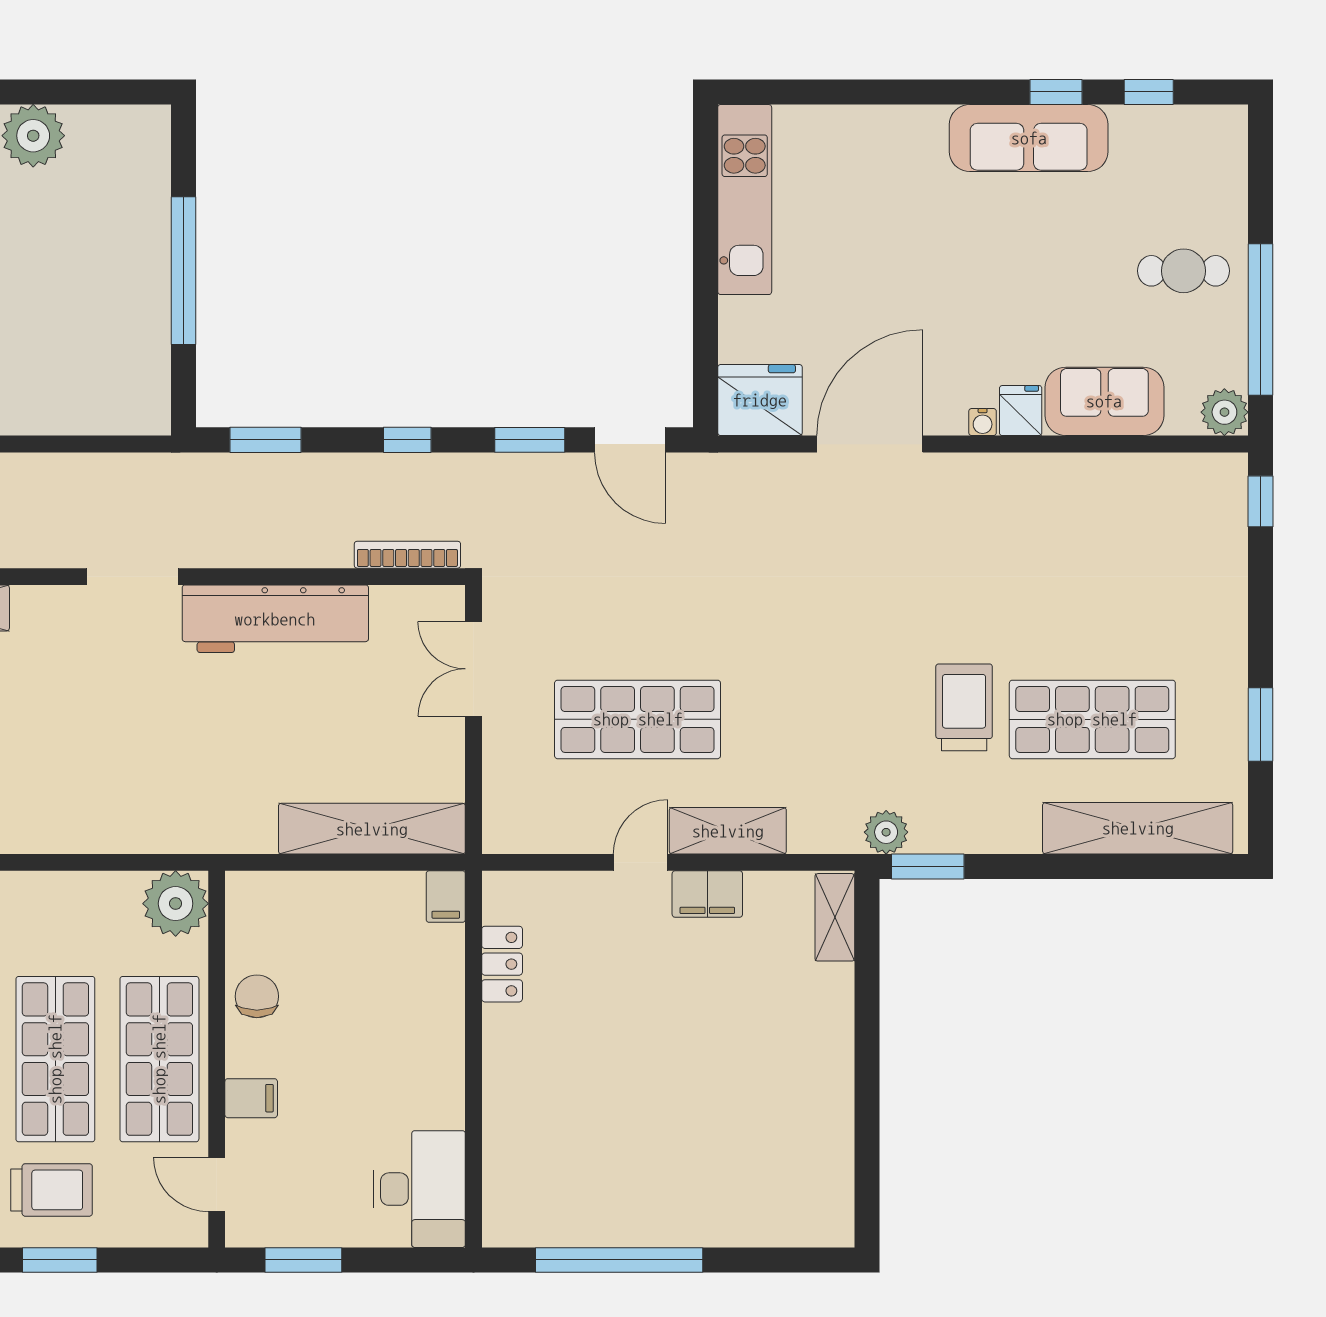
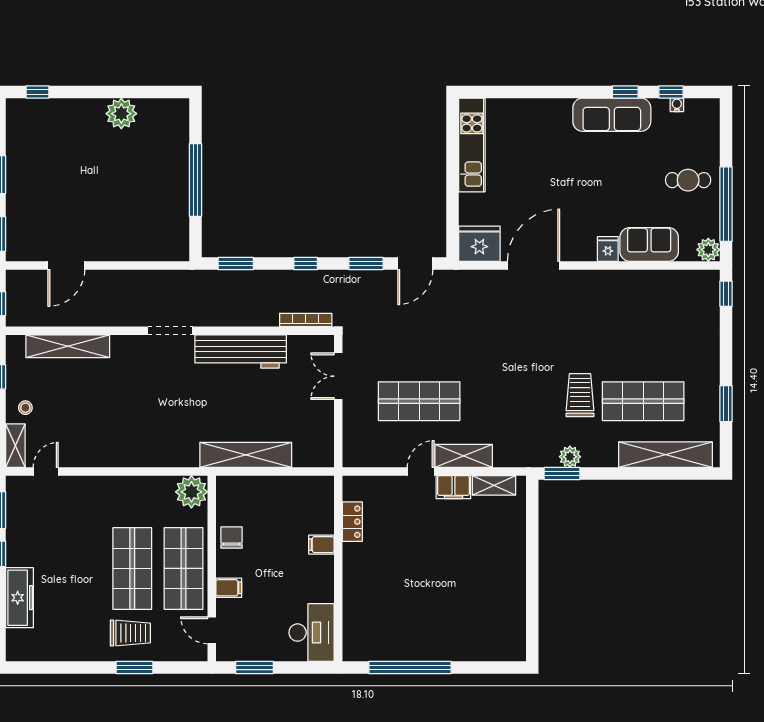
water cooler: (983, 422) -> (677, 105), moved, turned 180
door: (630, 440) -> (415, 263), hinge flipped
shelving: (372, 829) -> (246, 455), moved
plant: (886, 832) -> (570, 457), moved
filing cabinet: (446, 897) -> (321, 545), moved, turned 90
shelving: (835, 917) -> (494, 485), moved, turned 90

